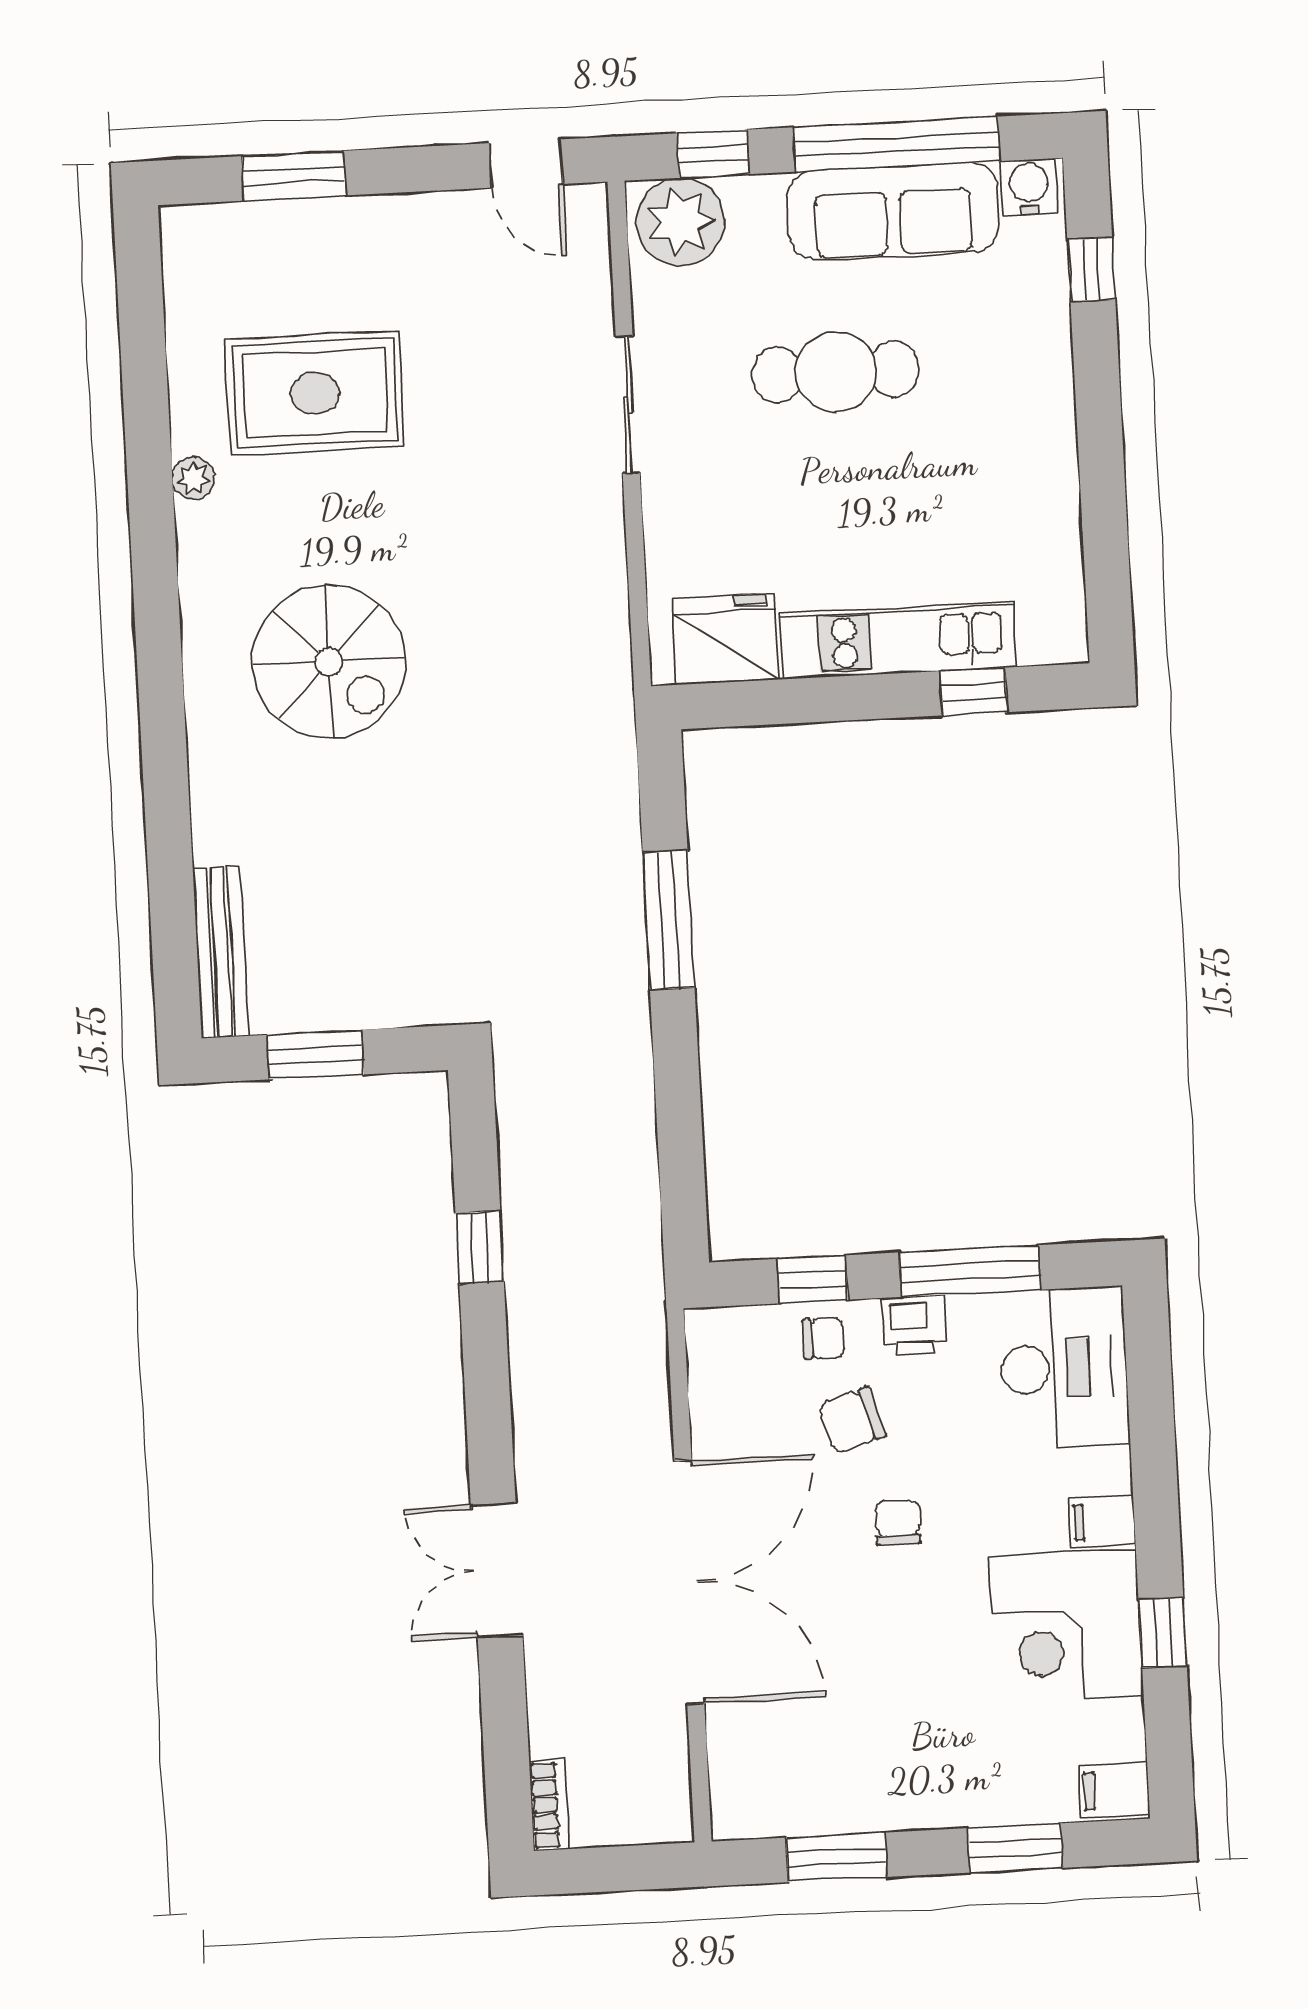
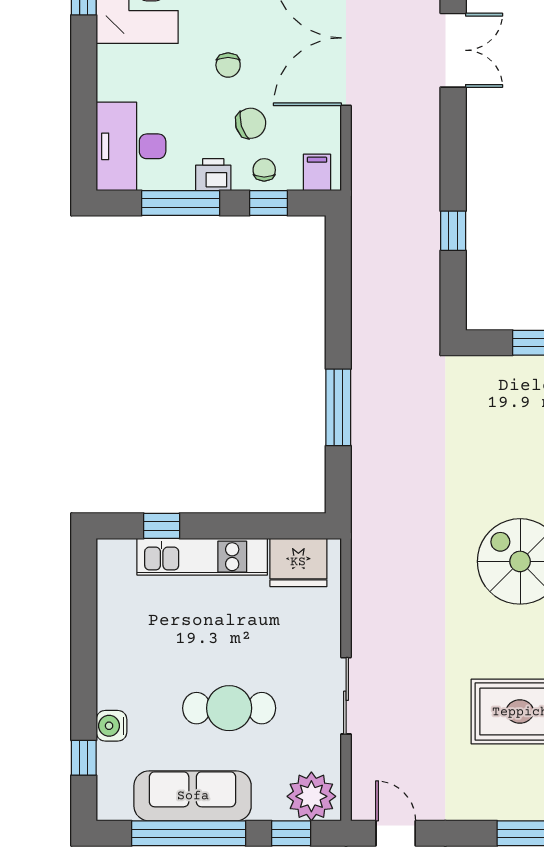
water cooler: (1029, 187) -> (111, 726), moved, turned 90
chair: (823, 1338) -> (264, 170), turned 90
filing cabinet: (1102, 1522) -> (317, 172), moved, turned -90

